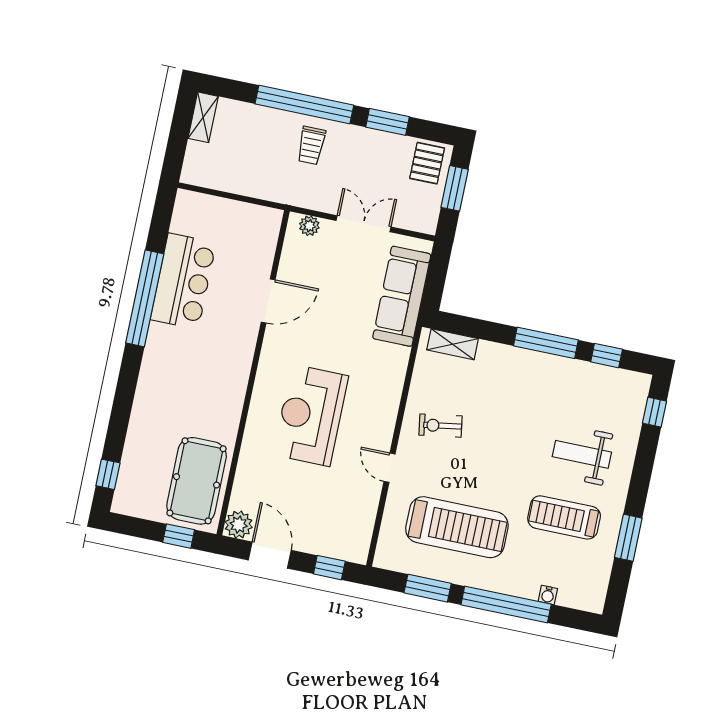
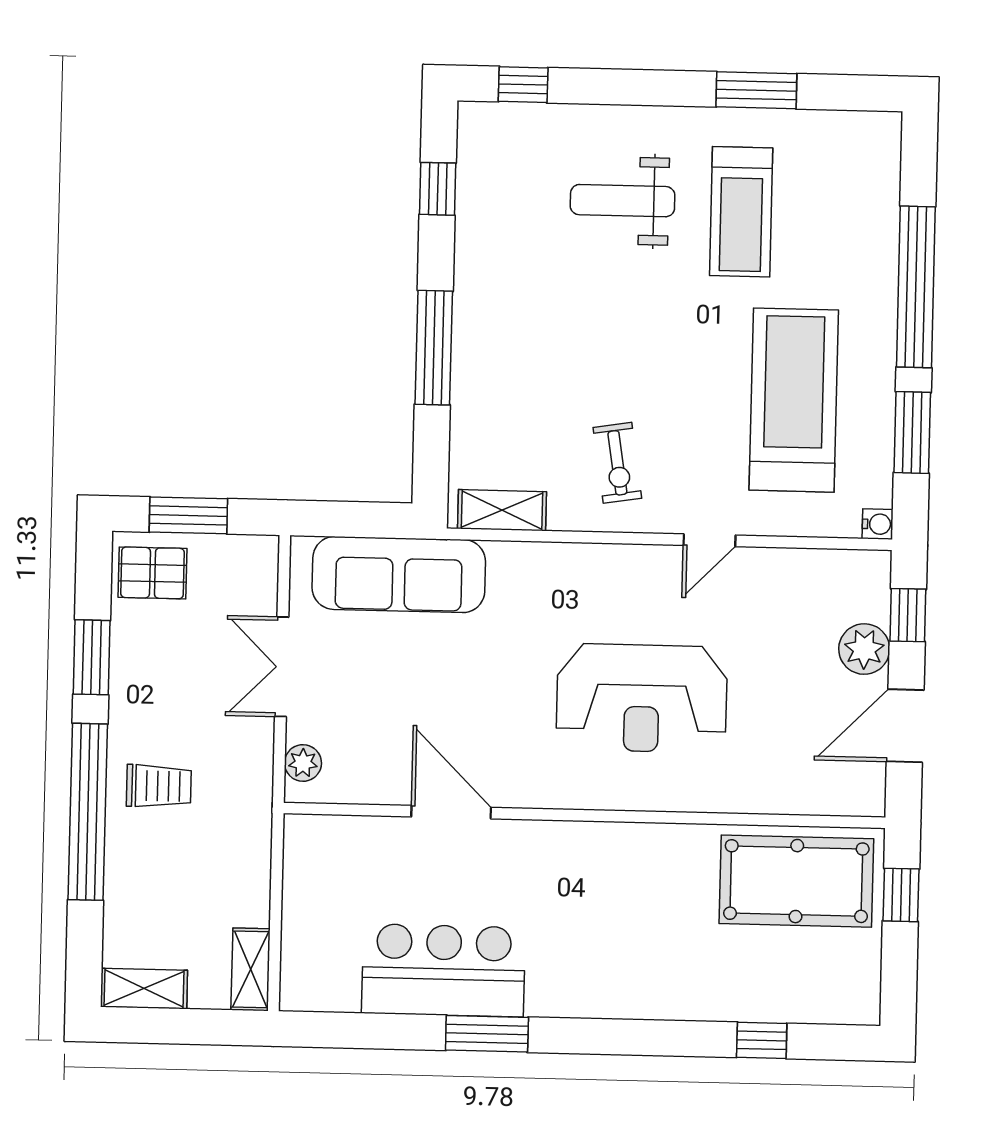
shelving: (203, 177) -> (251, 969), added
window: (145, 298) -> (487, 1034), width x0.47
window: (546, 343) -> (434, 348), moved
shelving: (453, 344) -> (502, 510), moved, turned 90
weight bench: (582, 454) -> (623, 201), turned 90
window: (108, 474) -> (762, 1040), moved
plant: (239, 525) -> (864, 649), moved
water cooler: (548, 595) -> (878, 524), moved

